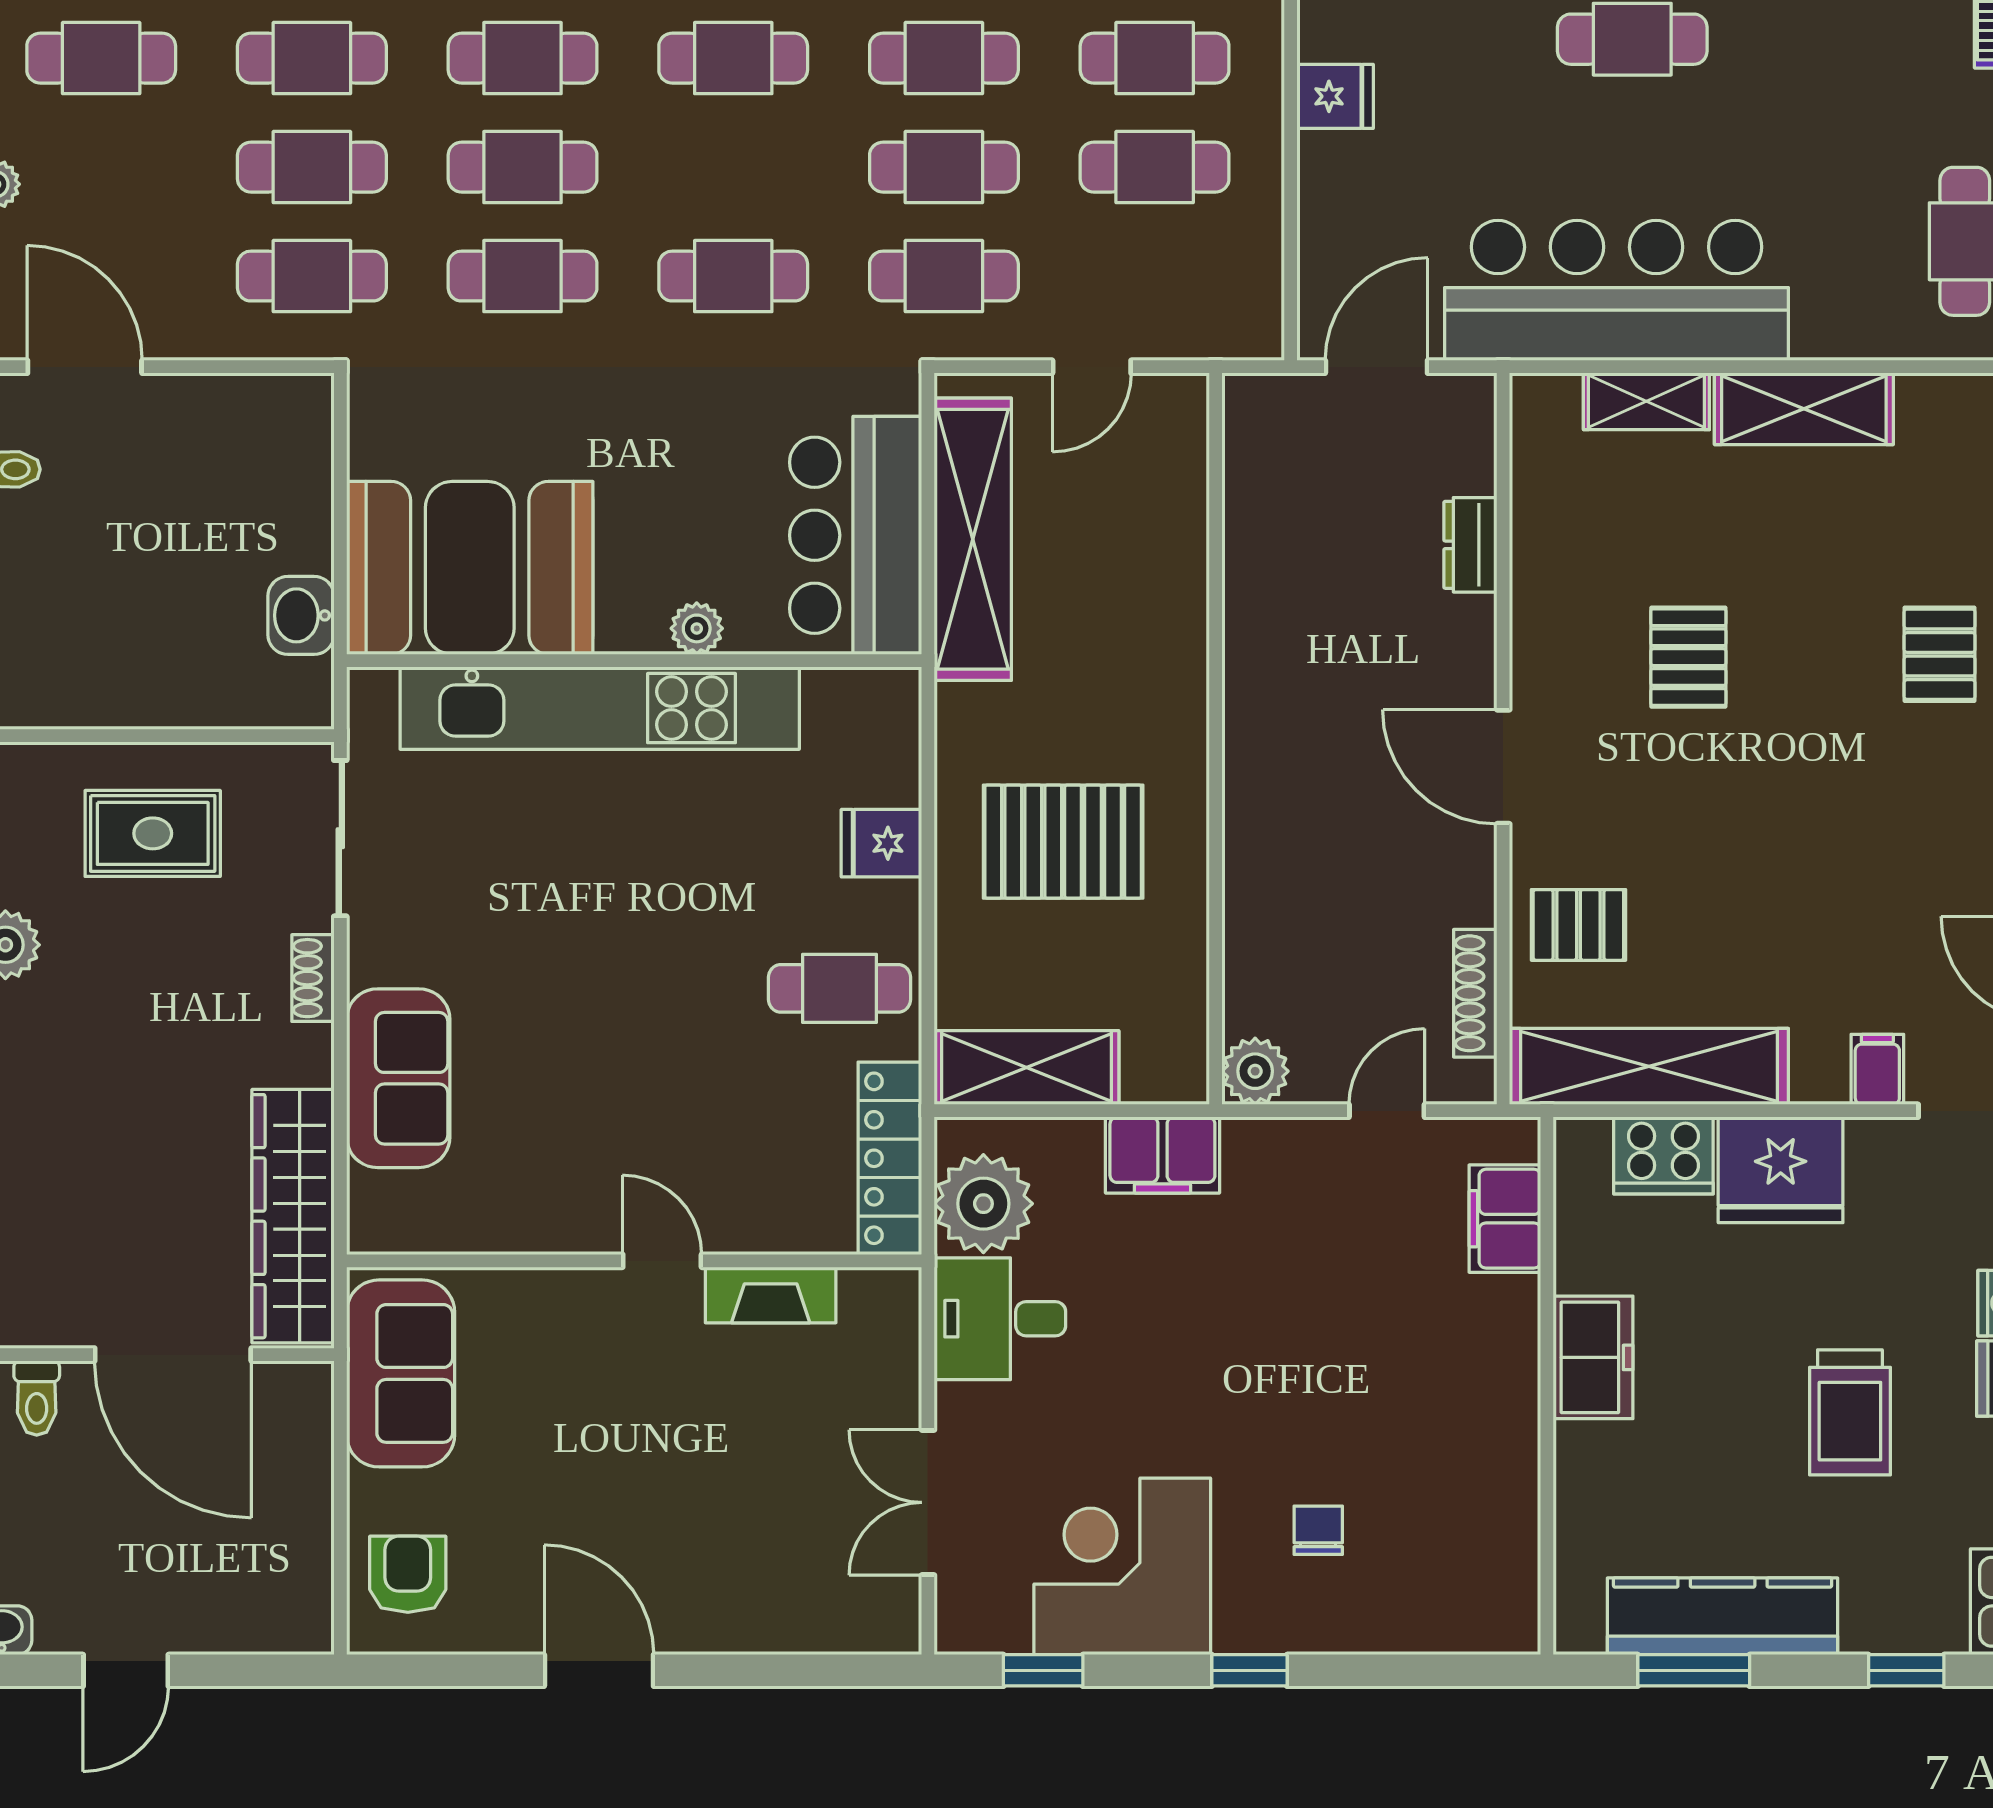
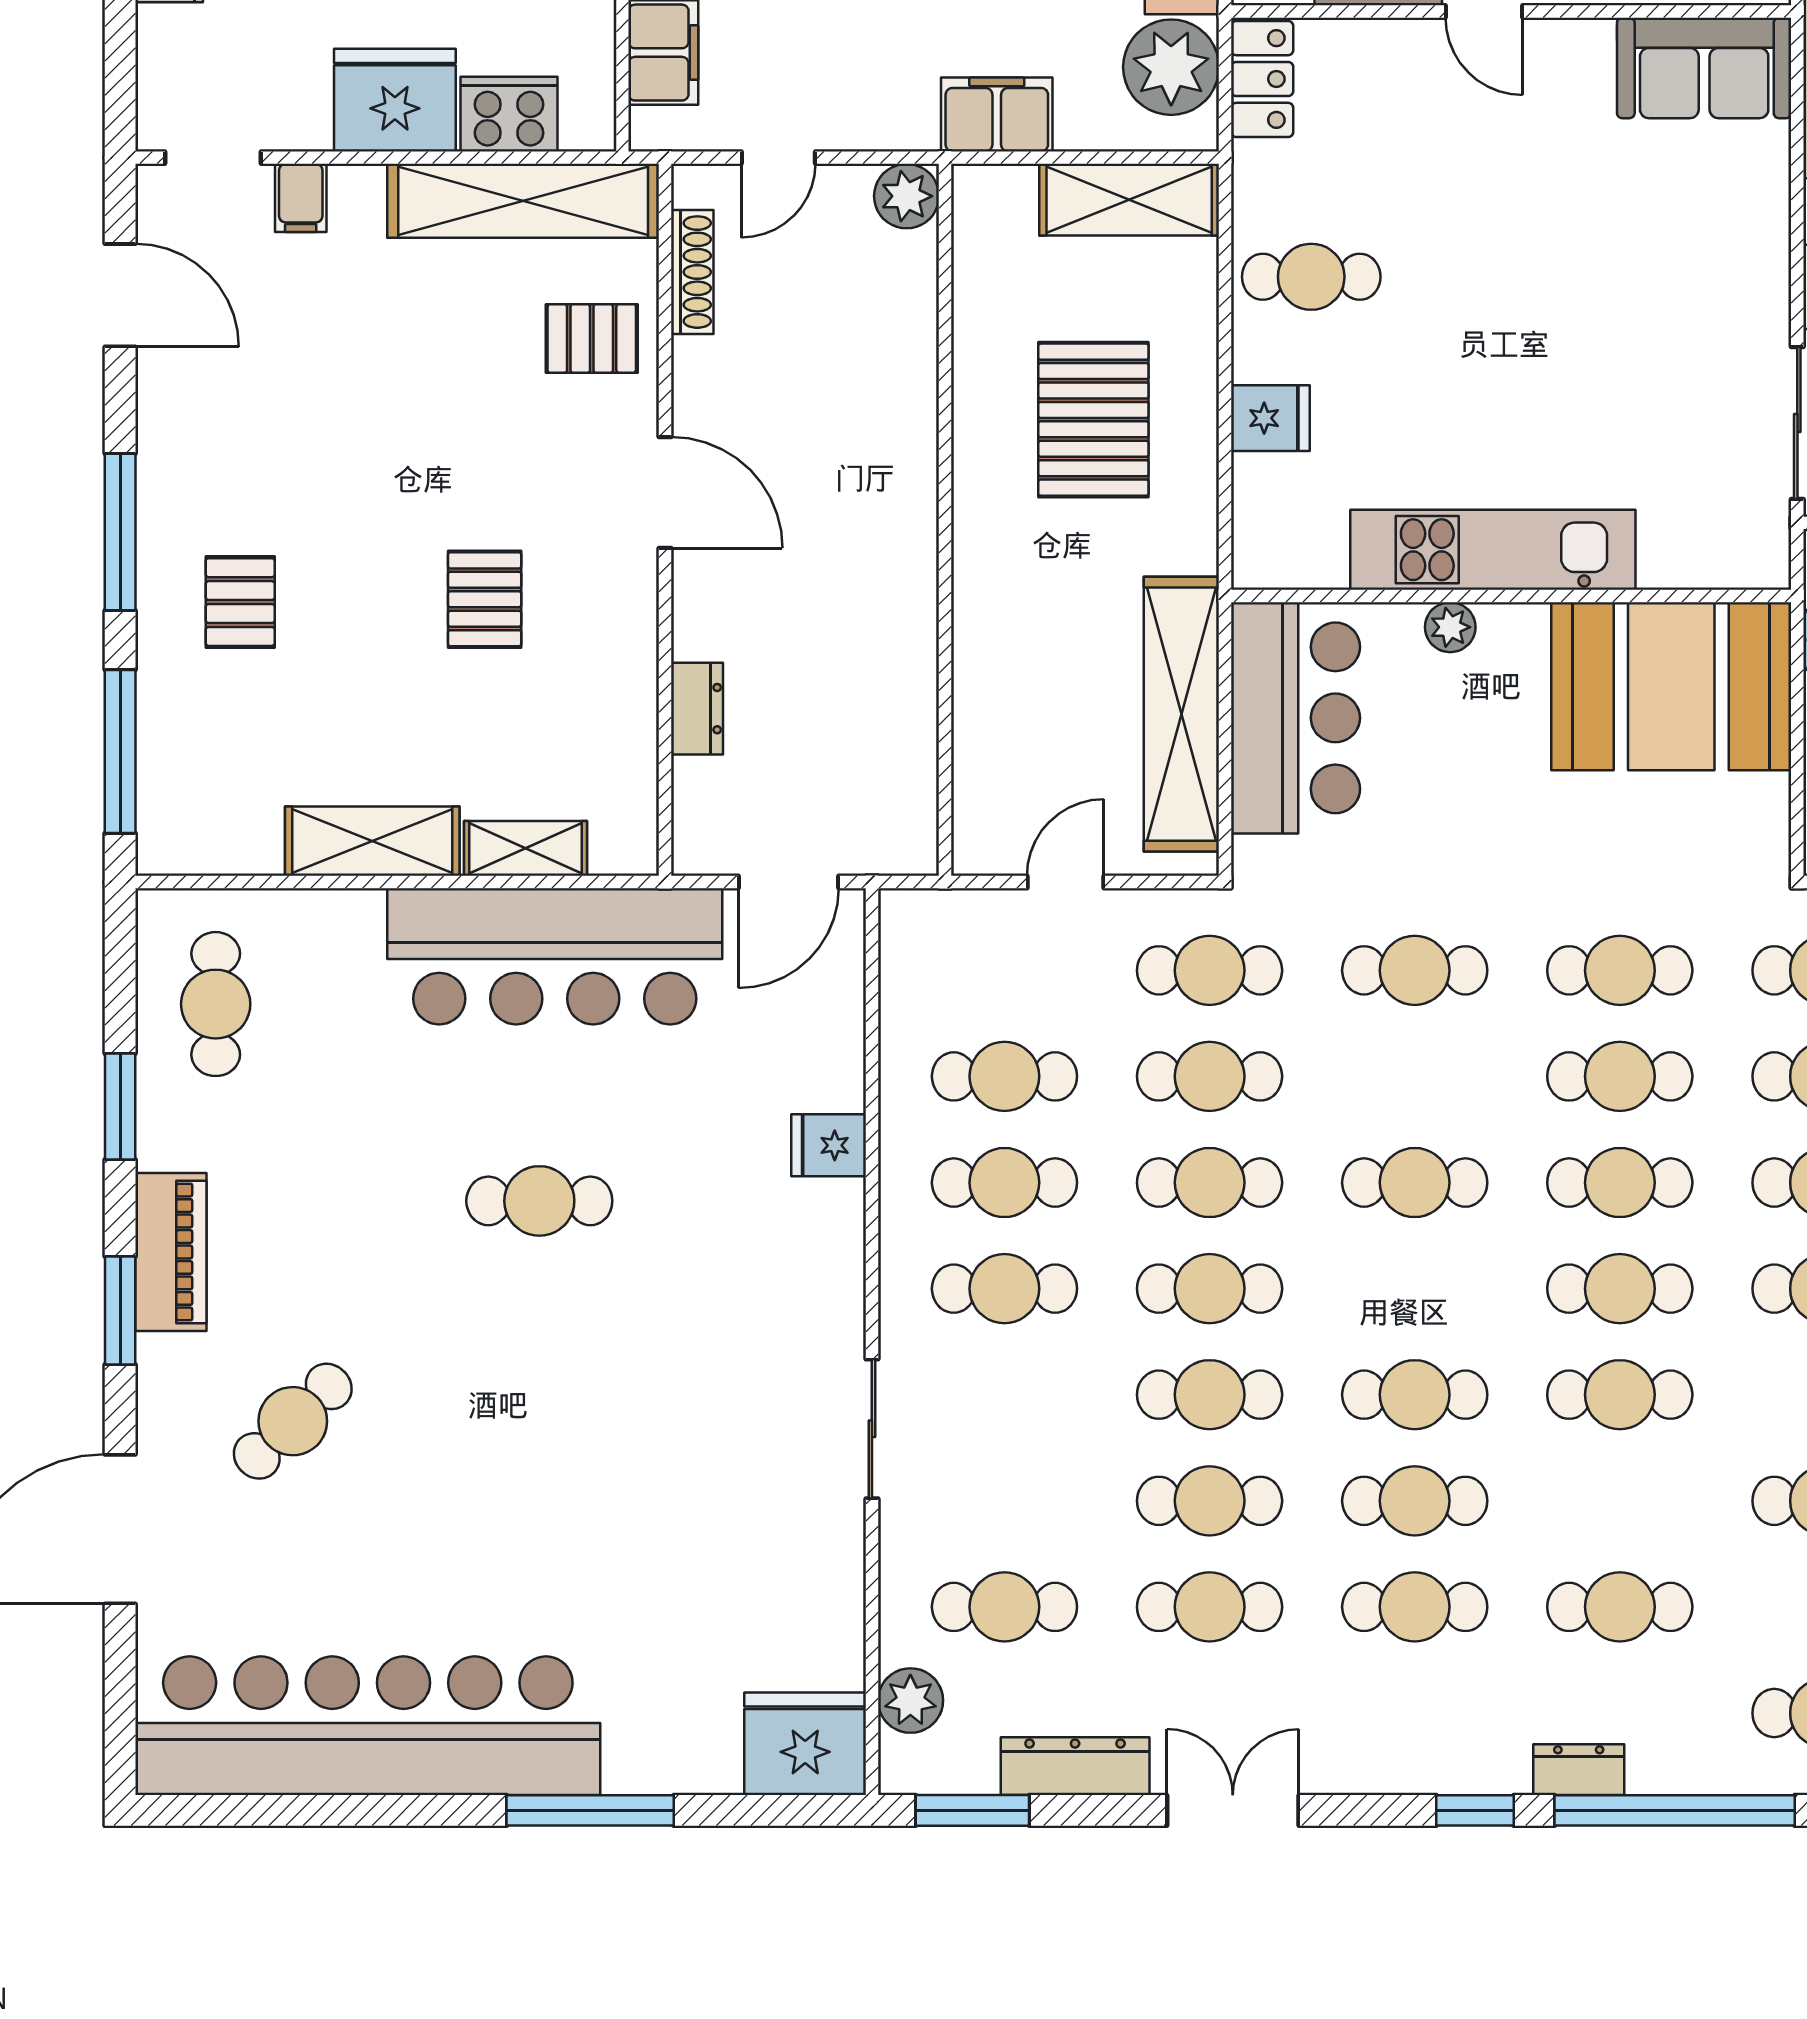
kitchen unit: (600, 708) -> (1493, 550), width x0.73
pallet: (1063, 842) -> (1093, 420), turned 90
sofa: (398, 1078) -> (1704, 68), moved, turned -90
locker: (890, 1158) -> (1262, 79), width x0.66

